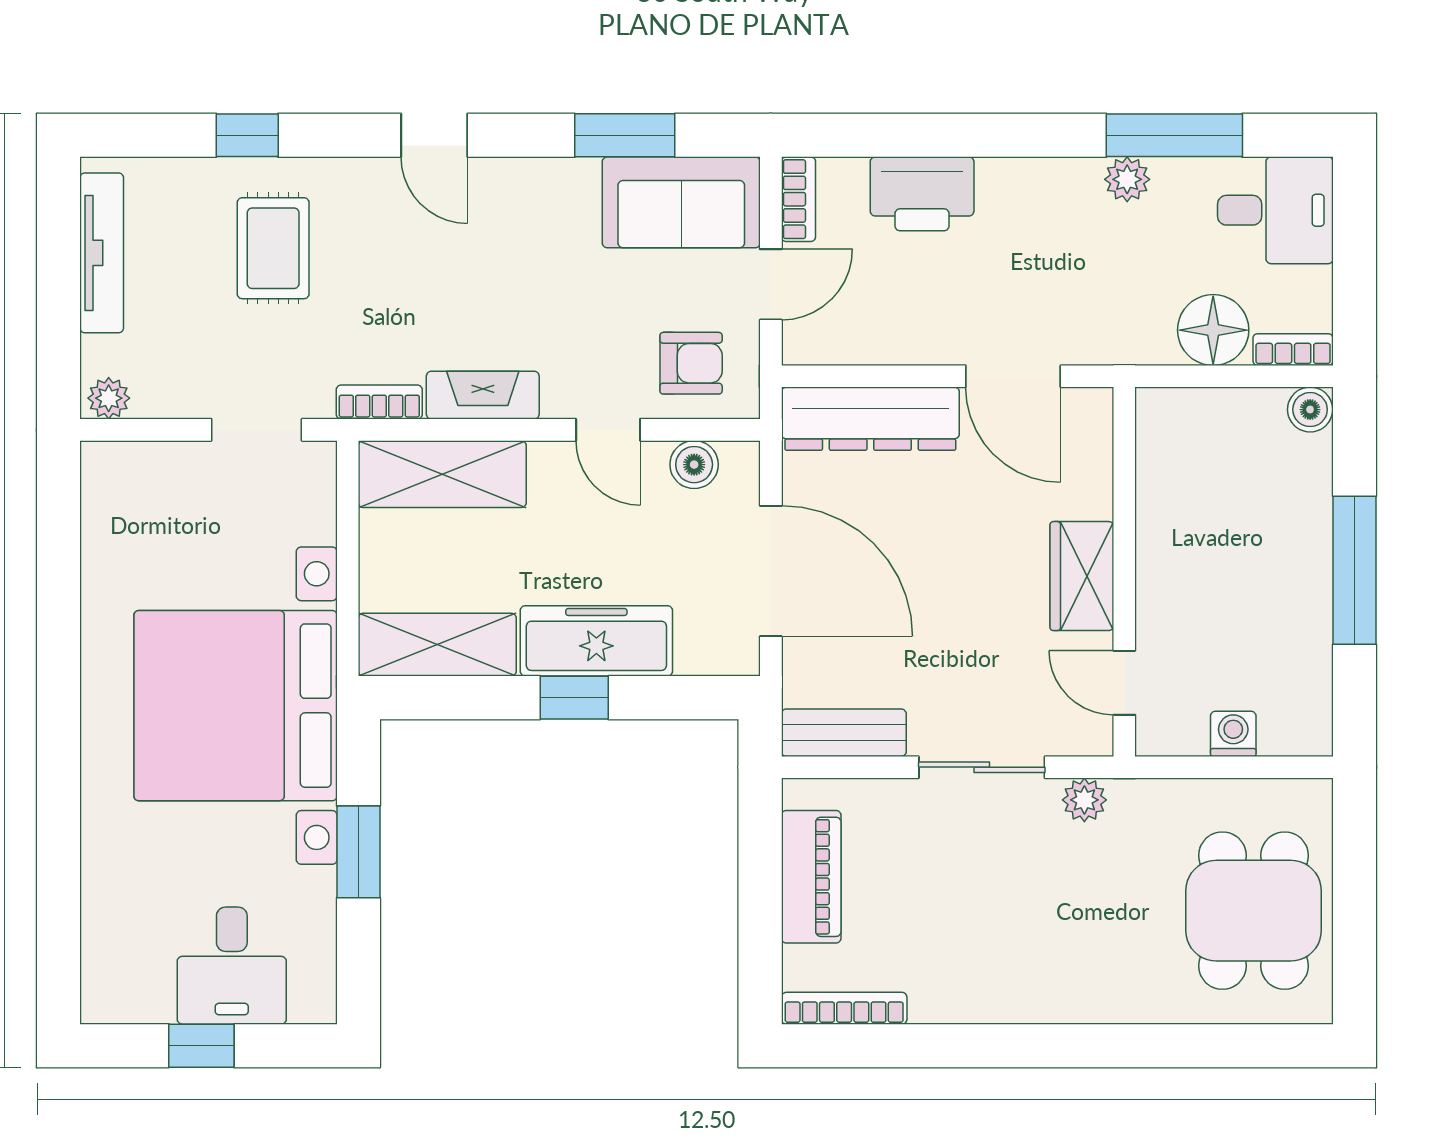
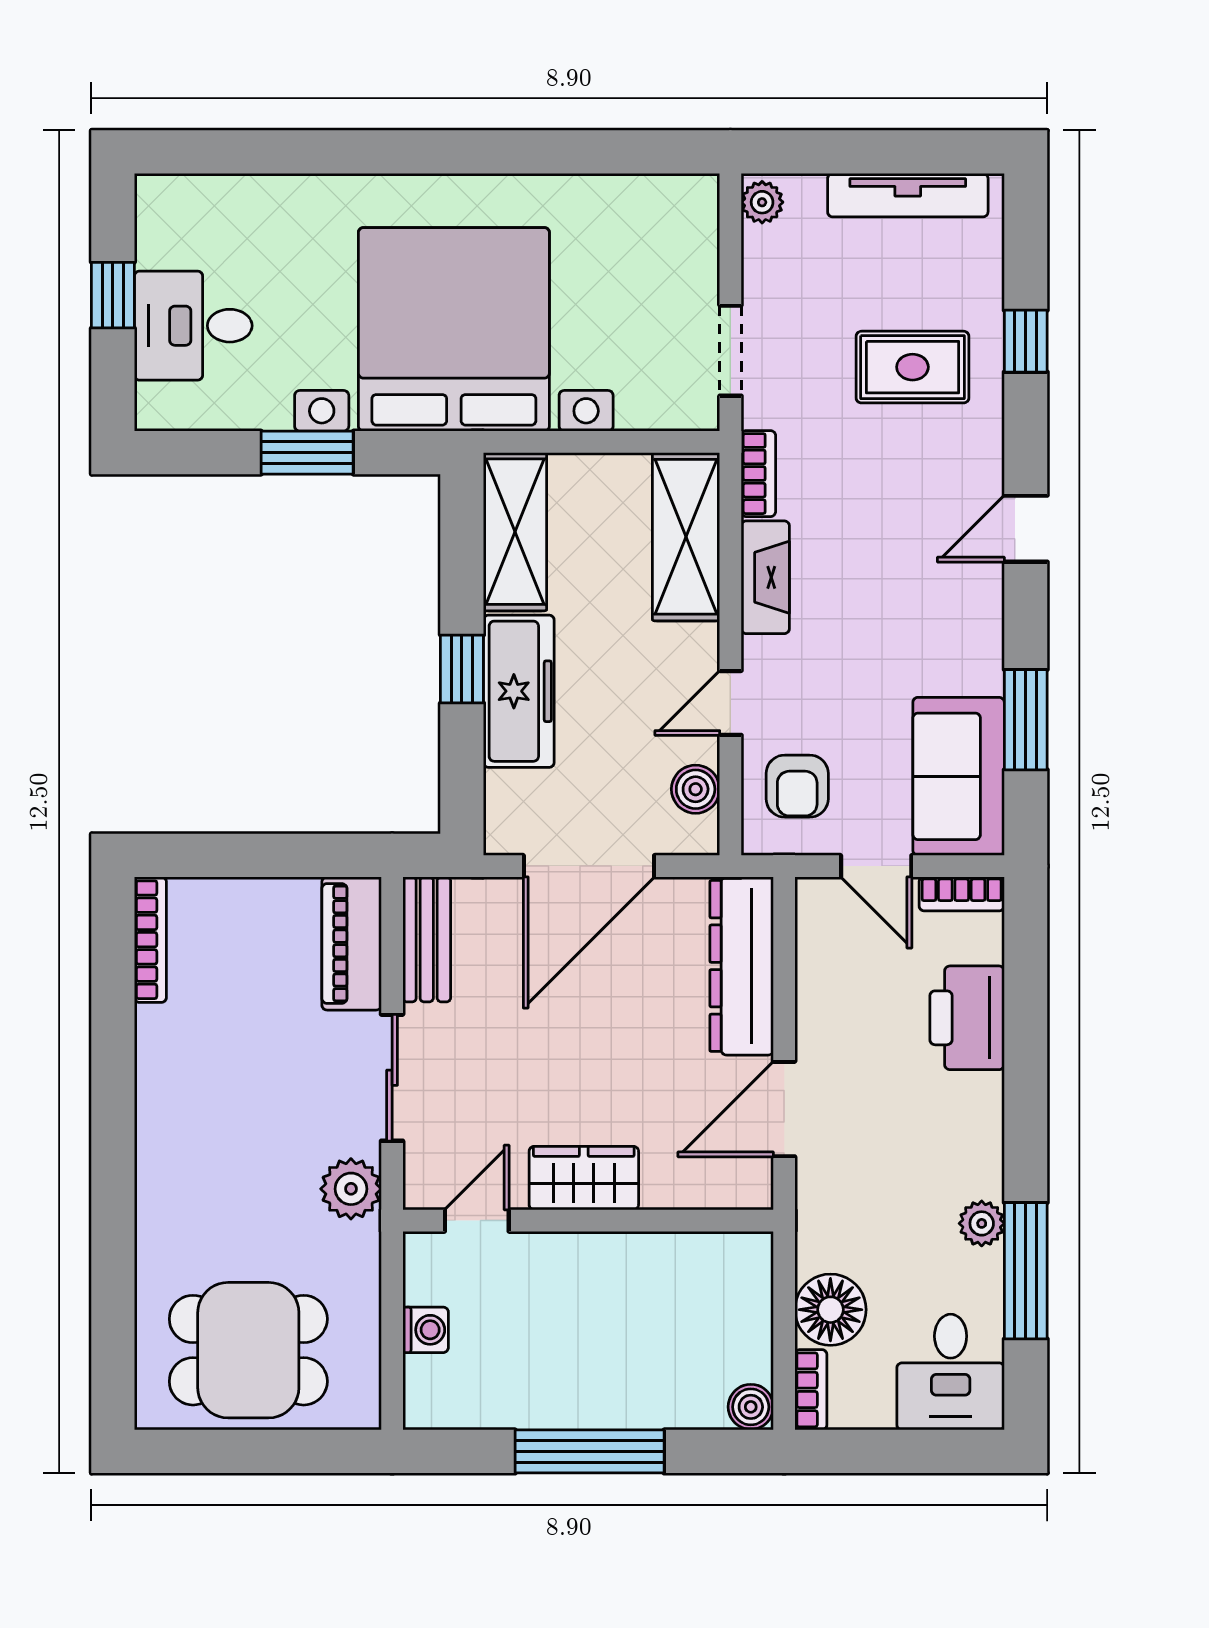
plant: (1084, 800) -> (351, 1189), width x1.38, depth x1.38
piano: (811, 877) -> (352, 943), moved, turned 90

